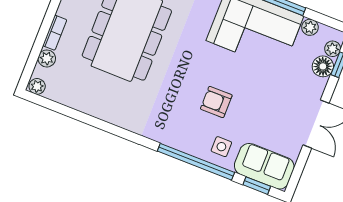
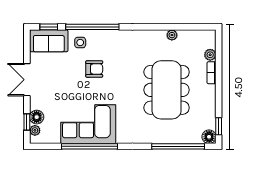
plant: (310, 27) -> (54, 138), removed
plant: (37, 86) -> (172, 35), moved

